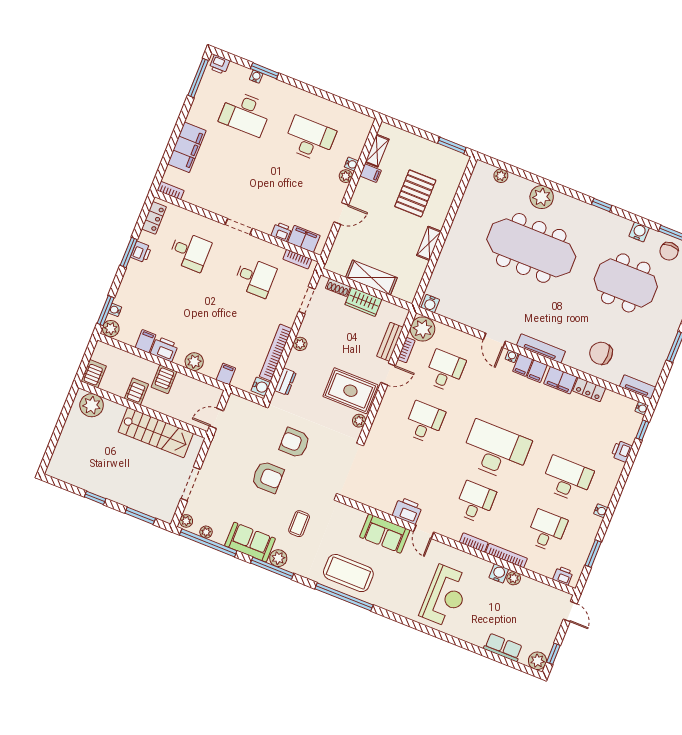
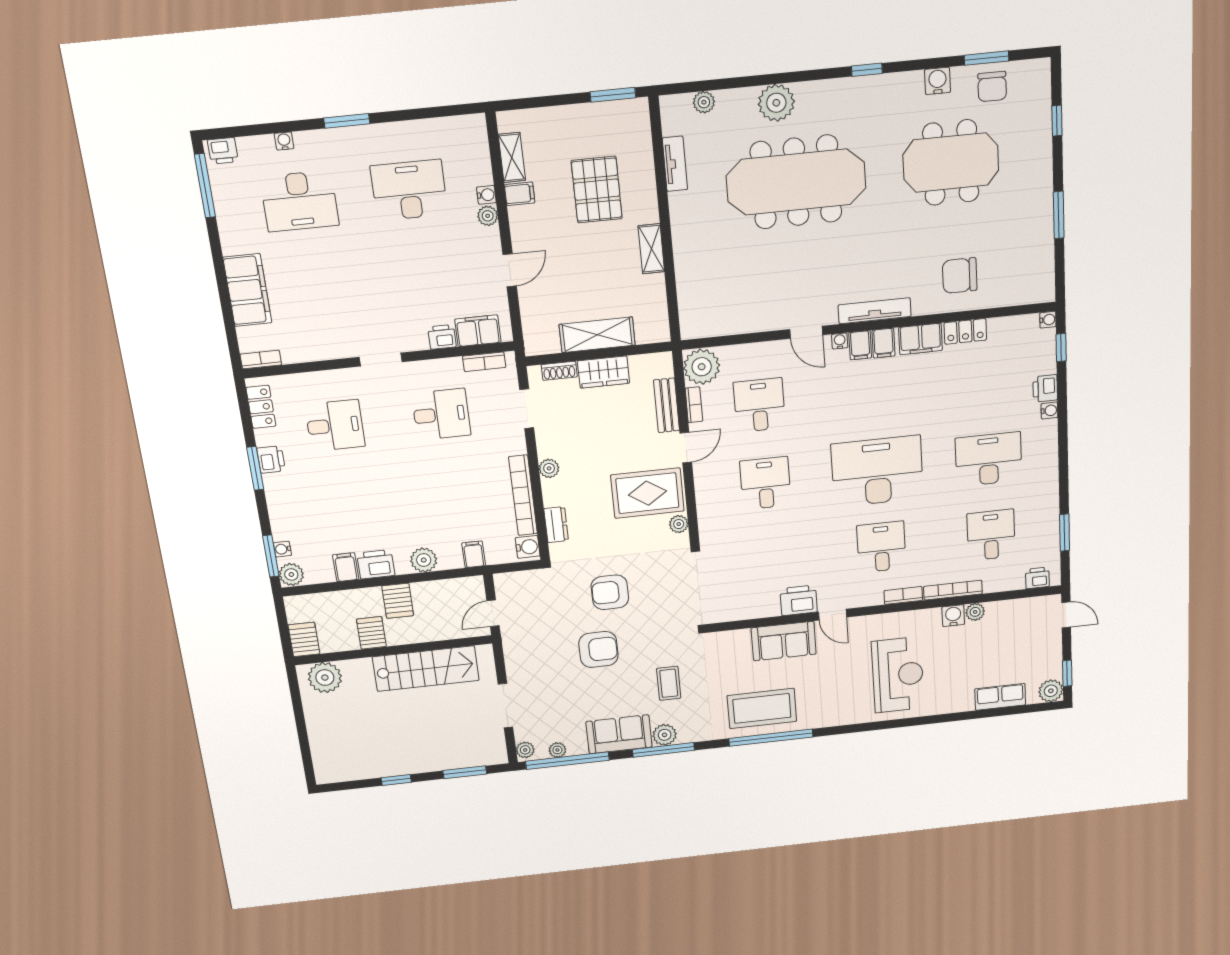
window: (265, 71) -> (347, 121), moved
water cooler: (430, 304) -> (695, 328), removed
tv unit: (638, 387) -> (675, 164), moved, turned 90
water cooler: (601, 511) -> (1049, 410), moved

